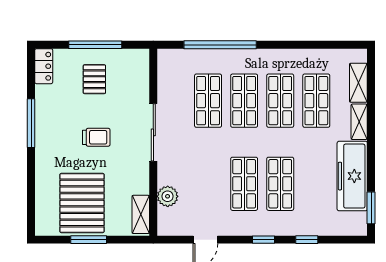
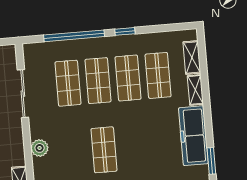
window: (281, 45) -> (125, 31), added
sliding door: (153, 132) -> (23, 94), moved
shop shelf: (280, 184) -> (134, 147), removed
plant: (168, 196) -> (40, 148), moved

